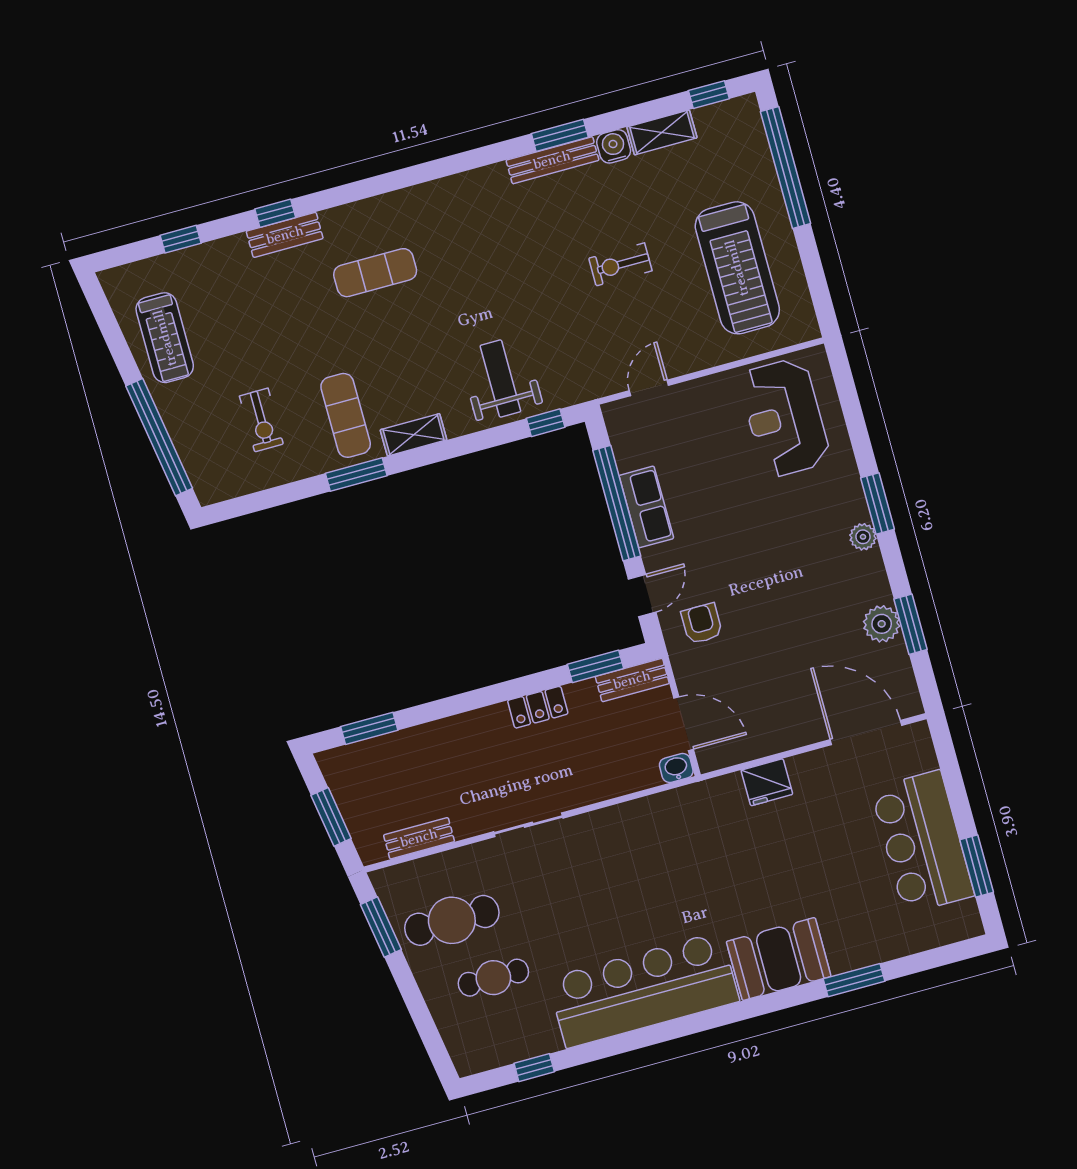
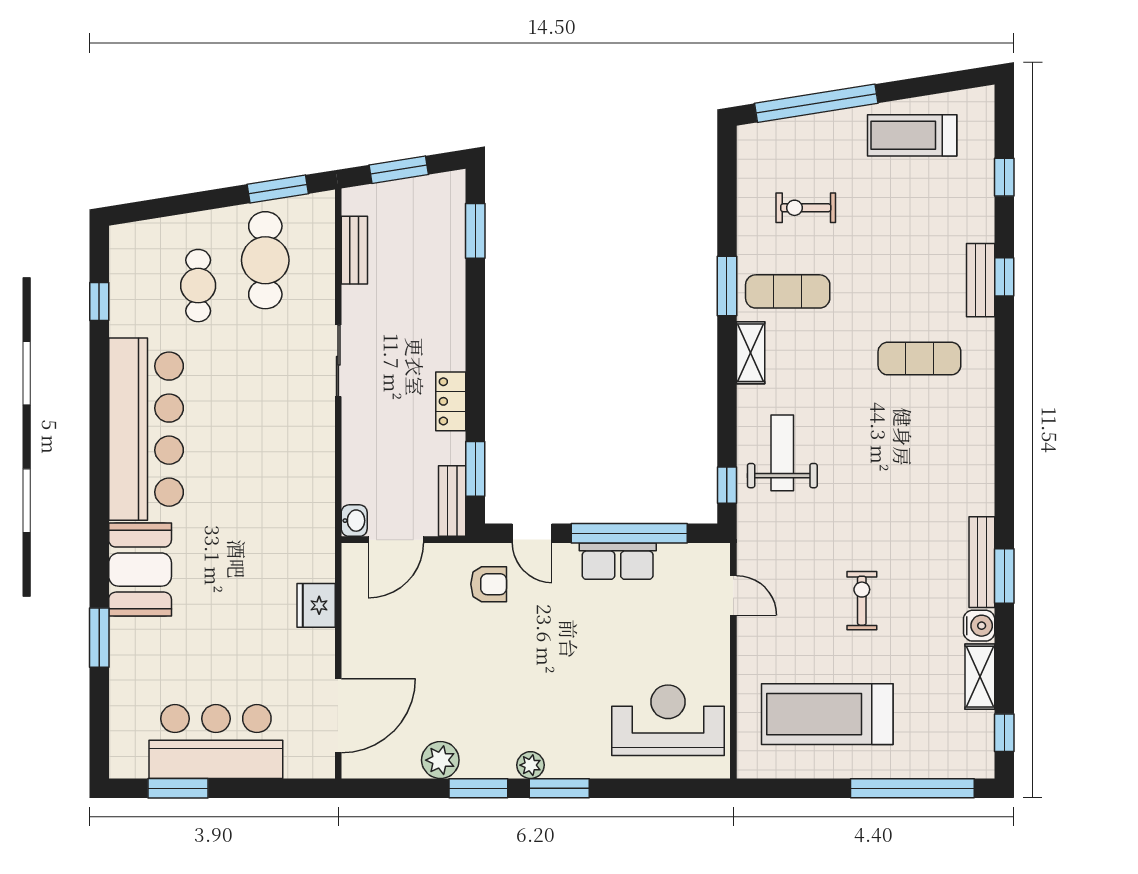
exercise mat: (375, 273) -> (919, 359), turned 90
weight bench: (500, 379) -> (782, 453), turned -90
window: (911, 624) -> (478, 788), moved

